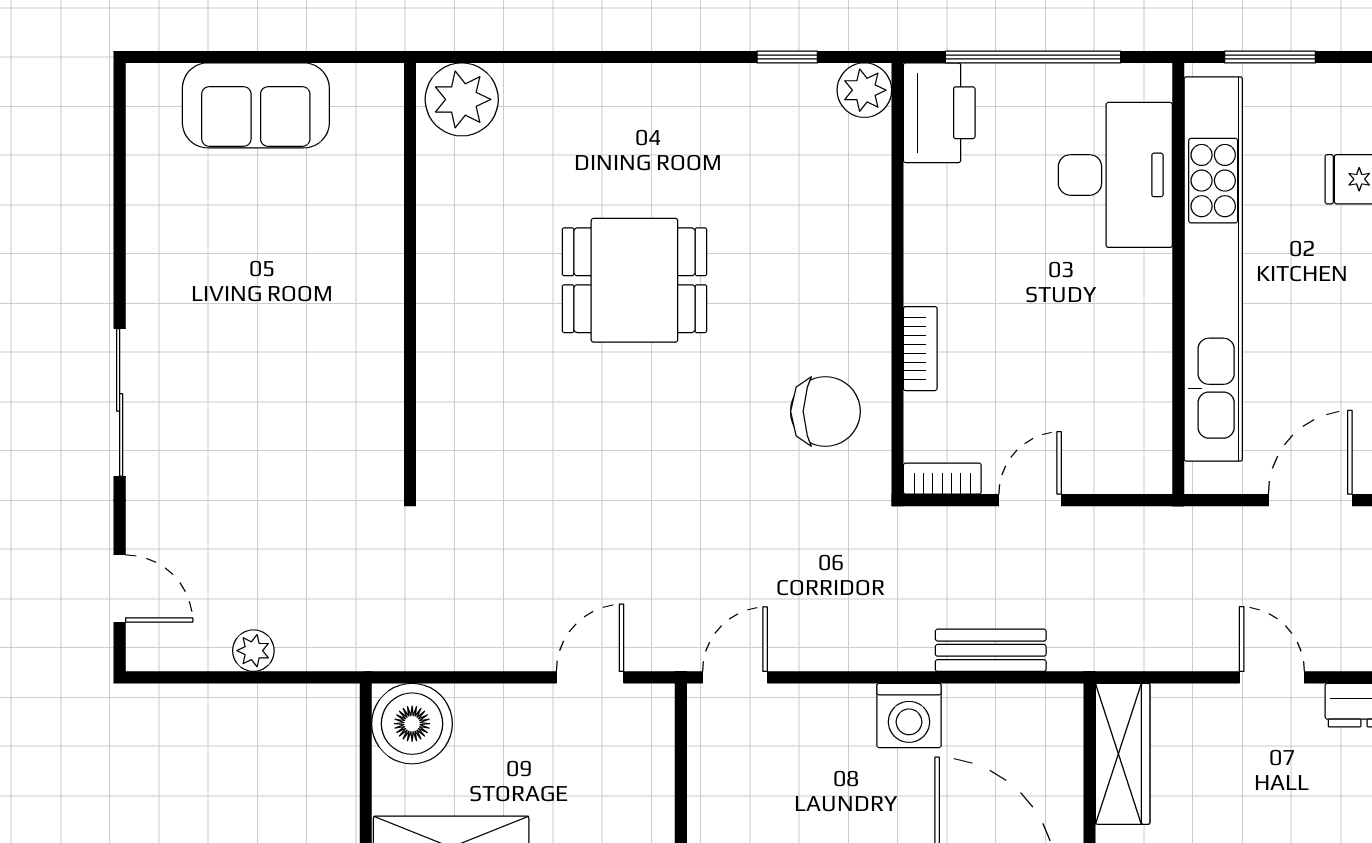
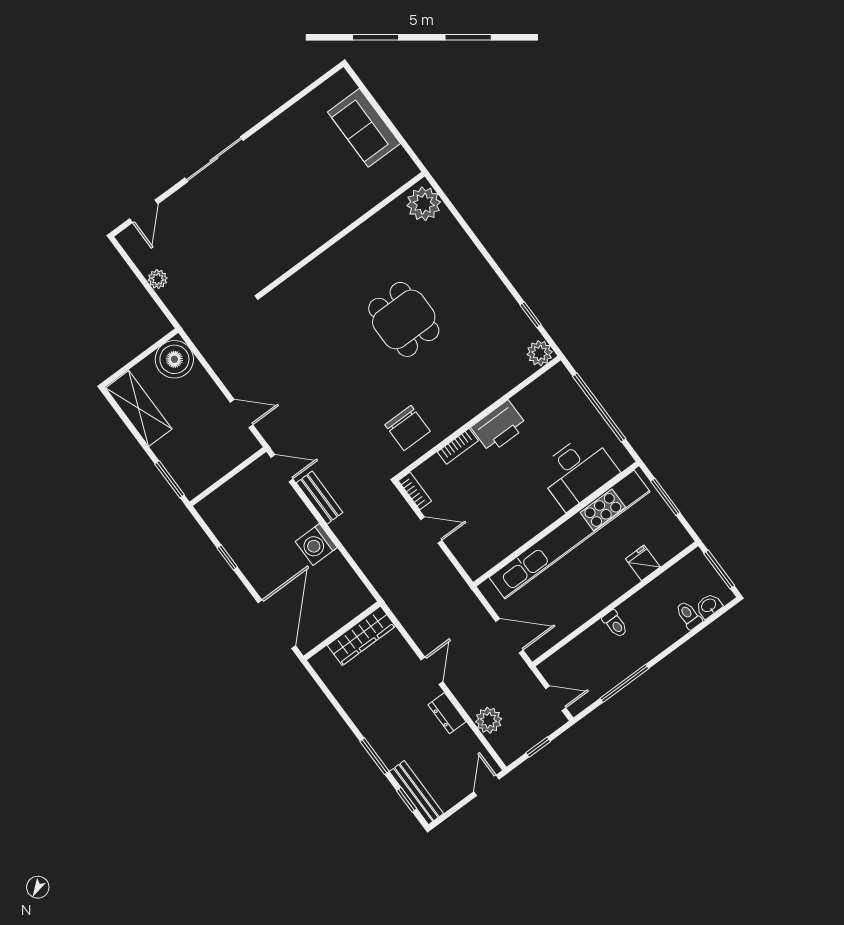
printer: (939, 113) -> (499, 427), moved
bench: (991, 650) -> (320, 498), moved

